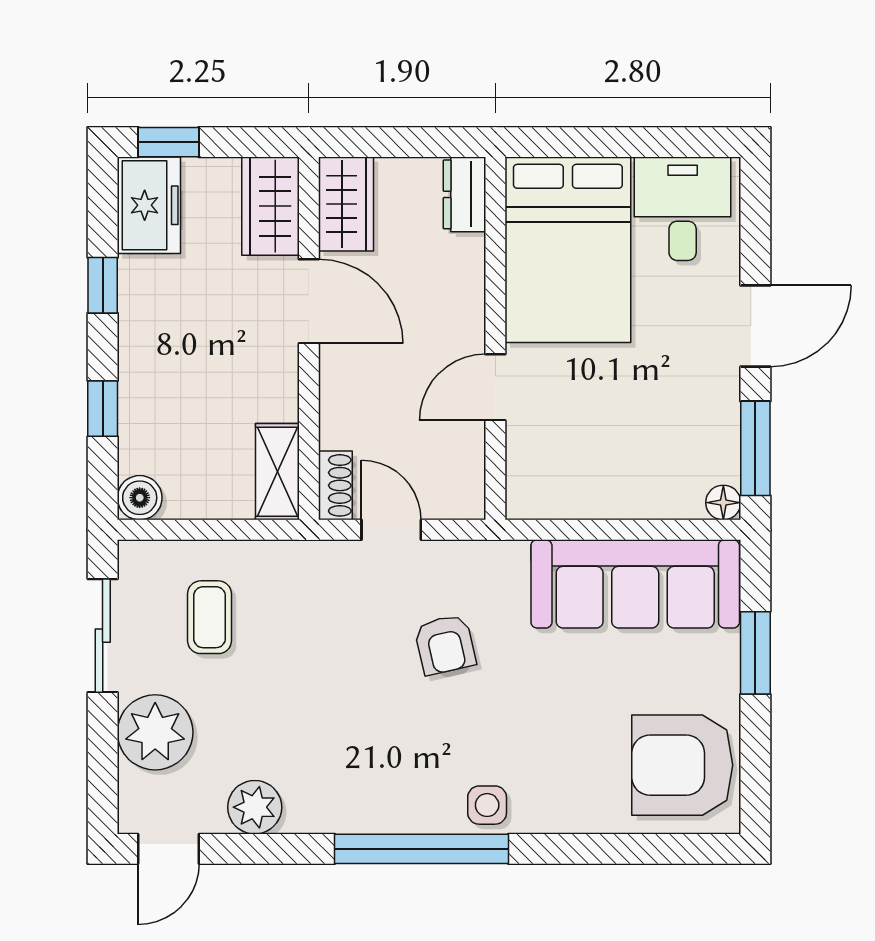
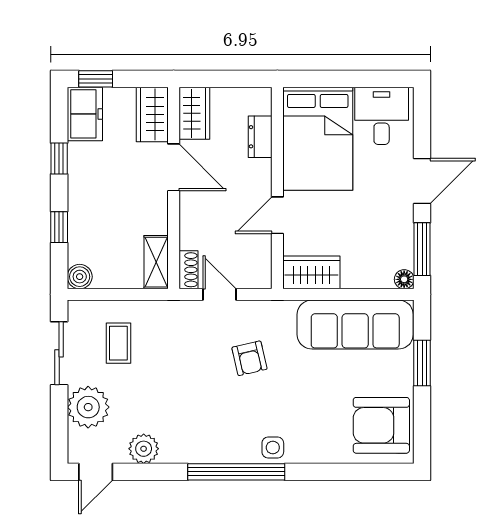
dresser: (464, 194) -> (260, 137), moved
wardrobe: (556, 490) -> (311, 272), added

